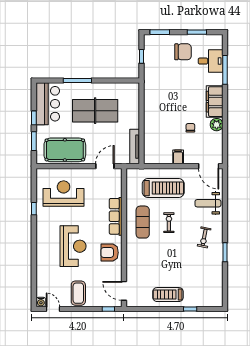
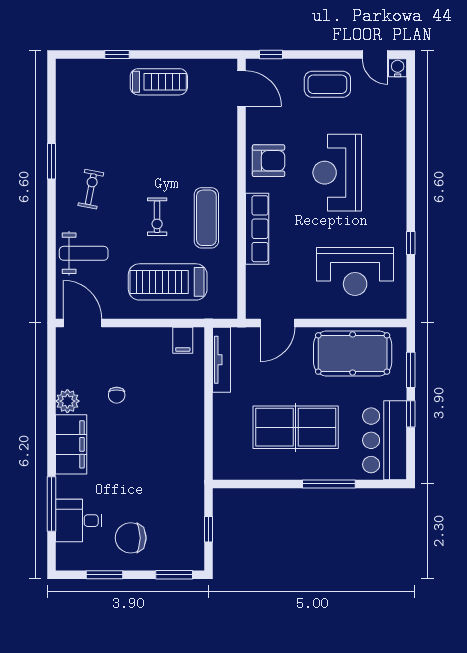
filing cabinet: (178, 157) -> (183, 340), moved
coffee table: (78, 293) -> (327, 84), turned 90

